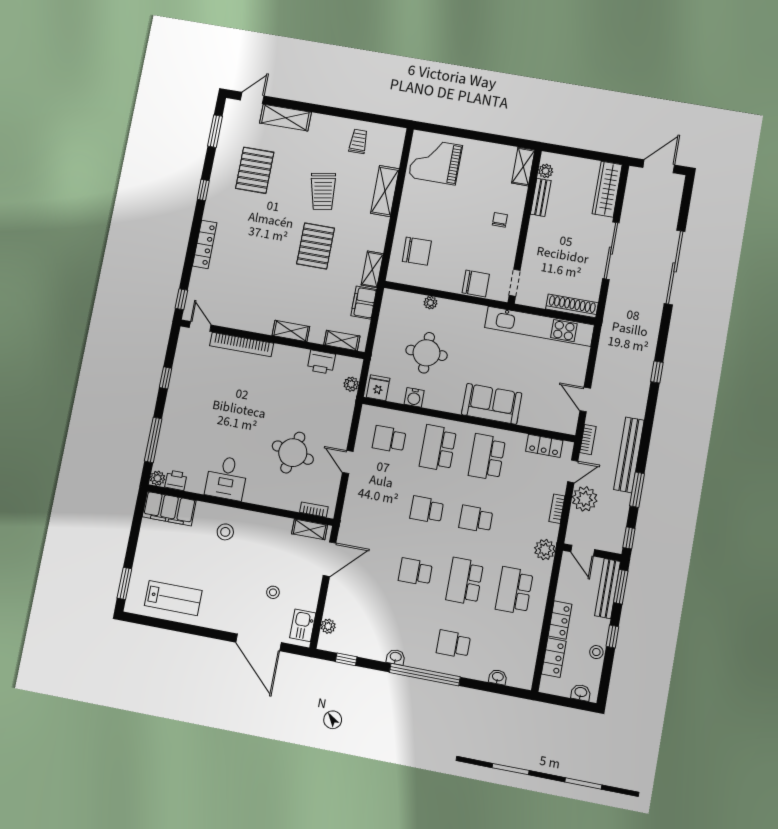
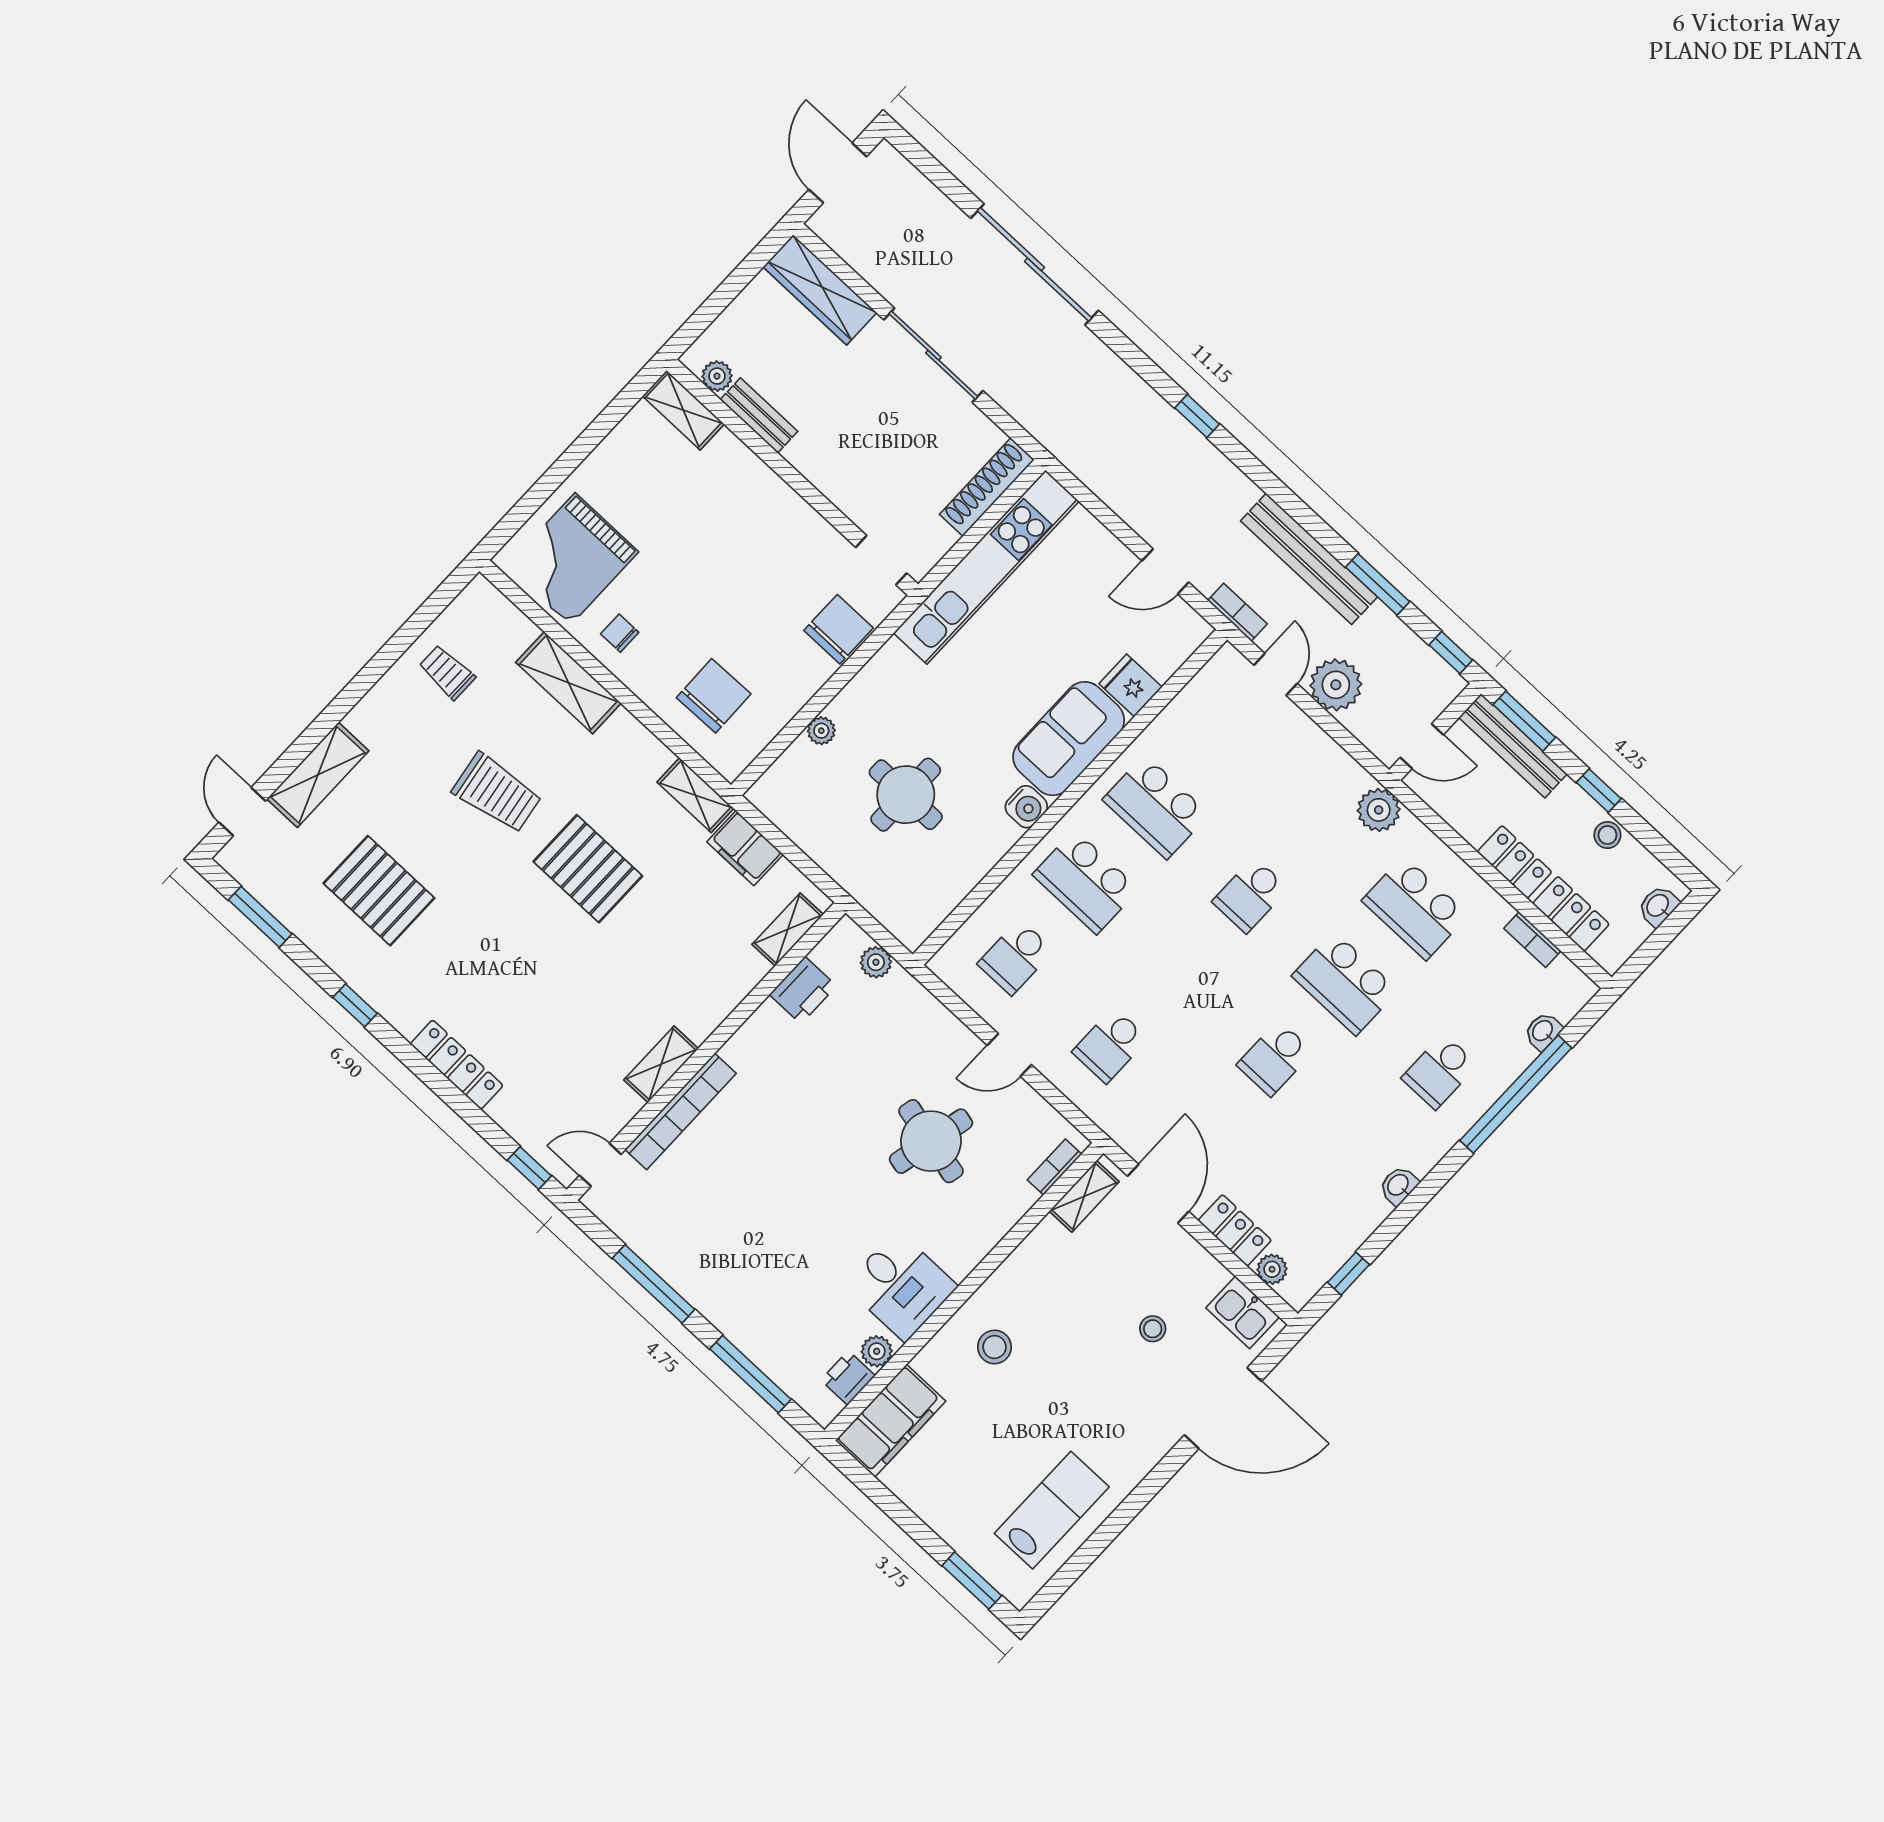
chair: (500, 220) -> (620, 633), moved
shelving: (291, 331) -> (661, 1064), moved
window: (166, 378) -> (654, 1284), width x2.17
fridge: (378, 388) -> (1131, 685), moved
water cooler: (414, 397) -> (1026, 807), moved
locker: (544, 446) -> (1235, 1230), moved, turned -90
plant: (158, 478) -> (877, 1351), moved
bookcase: (557, 509) -> (1532, 940), moved
school desk: (427, 510) -> (1110, 1045), moved
window: (425, 675) -> (1516, 1094), moved

